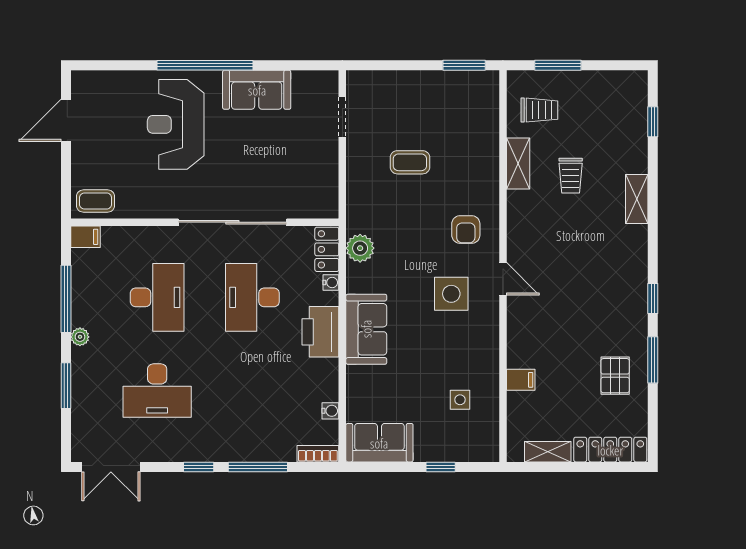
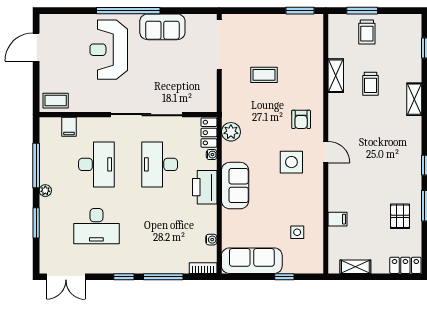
trolley: (539, 110) -> (367, 32), moved, turned 90
doorway: (342, 117) -> (219, 45), width x1.87
filing cabinet: (85, 237) -> (69, 127), moved, turned 90
sofa: (379, 443) -> (252, 261), width x1.36
locker: (610, 450) -> (405, 265), width x0.66

